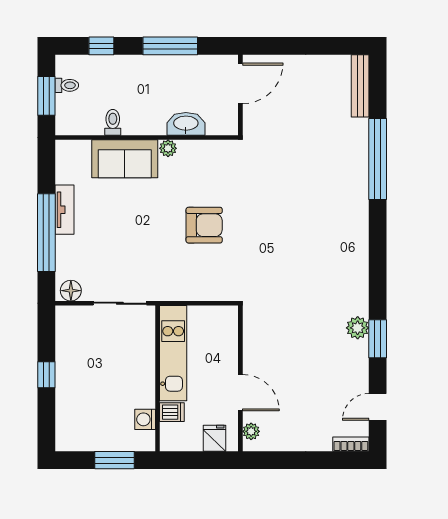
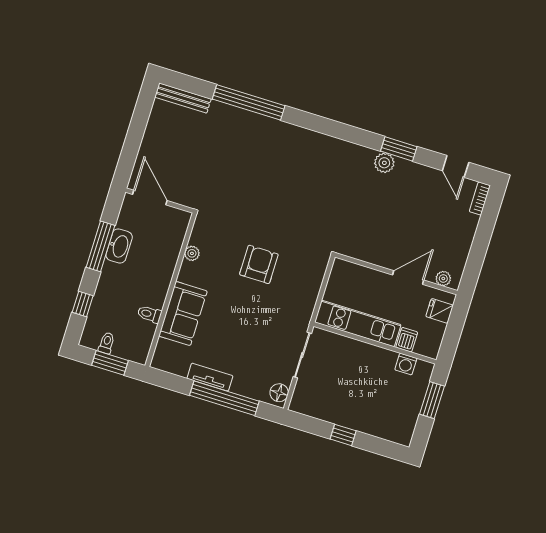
washbasin: (186, 124) -> (119, 246), moved, turned 180
plant: (168, 148) -> (192, 253), moved

